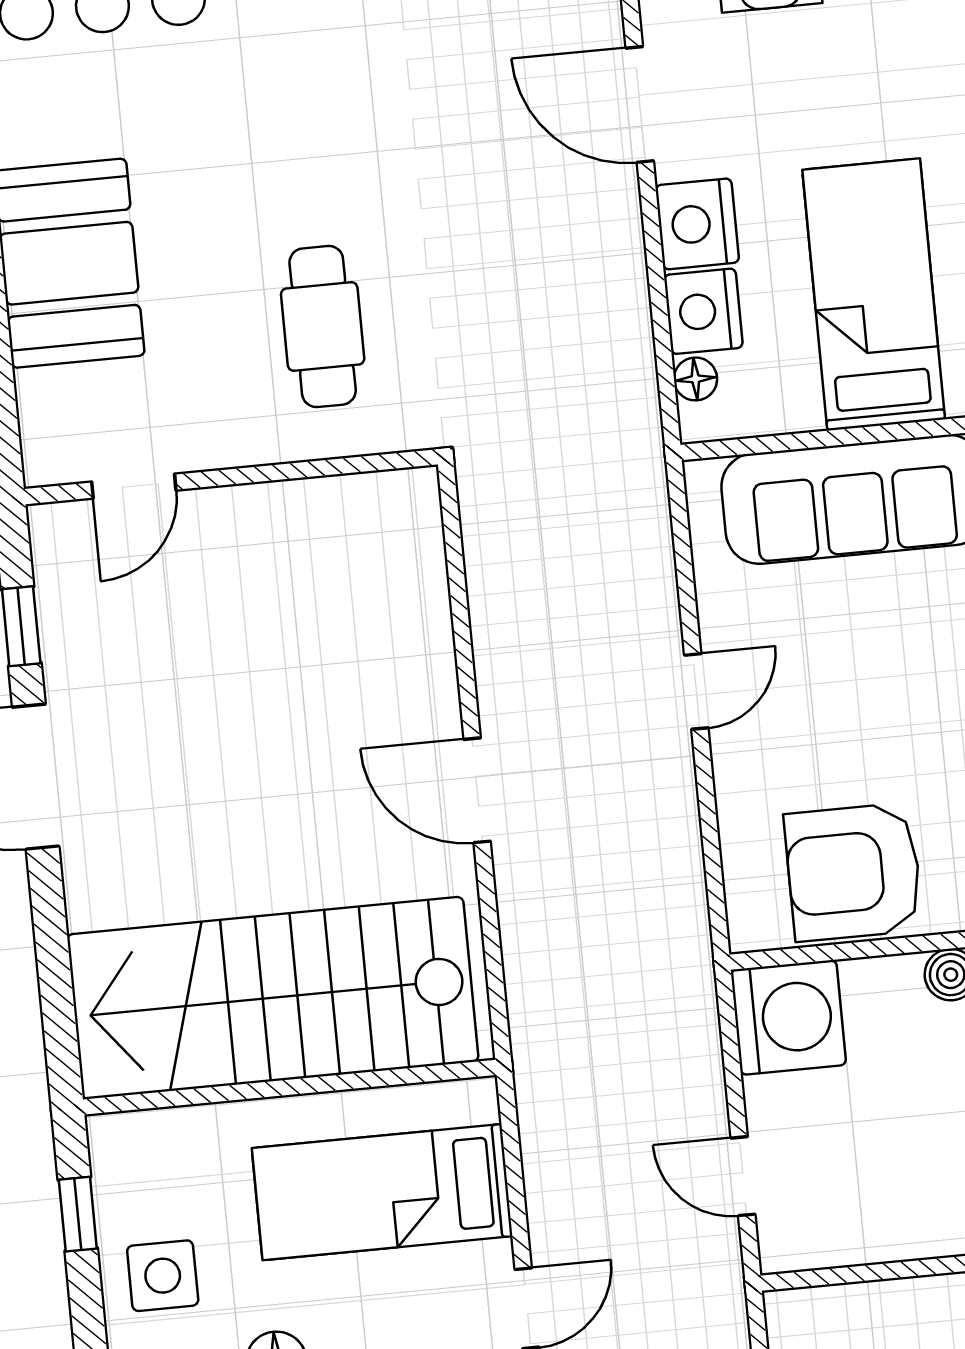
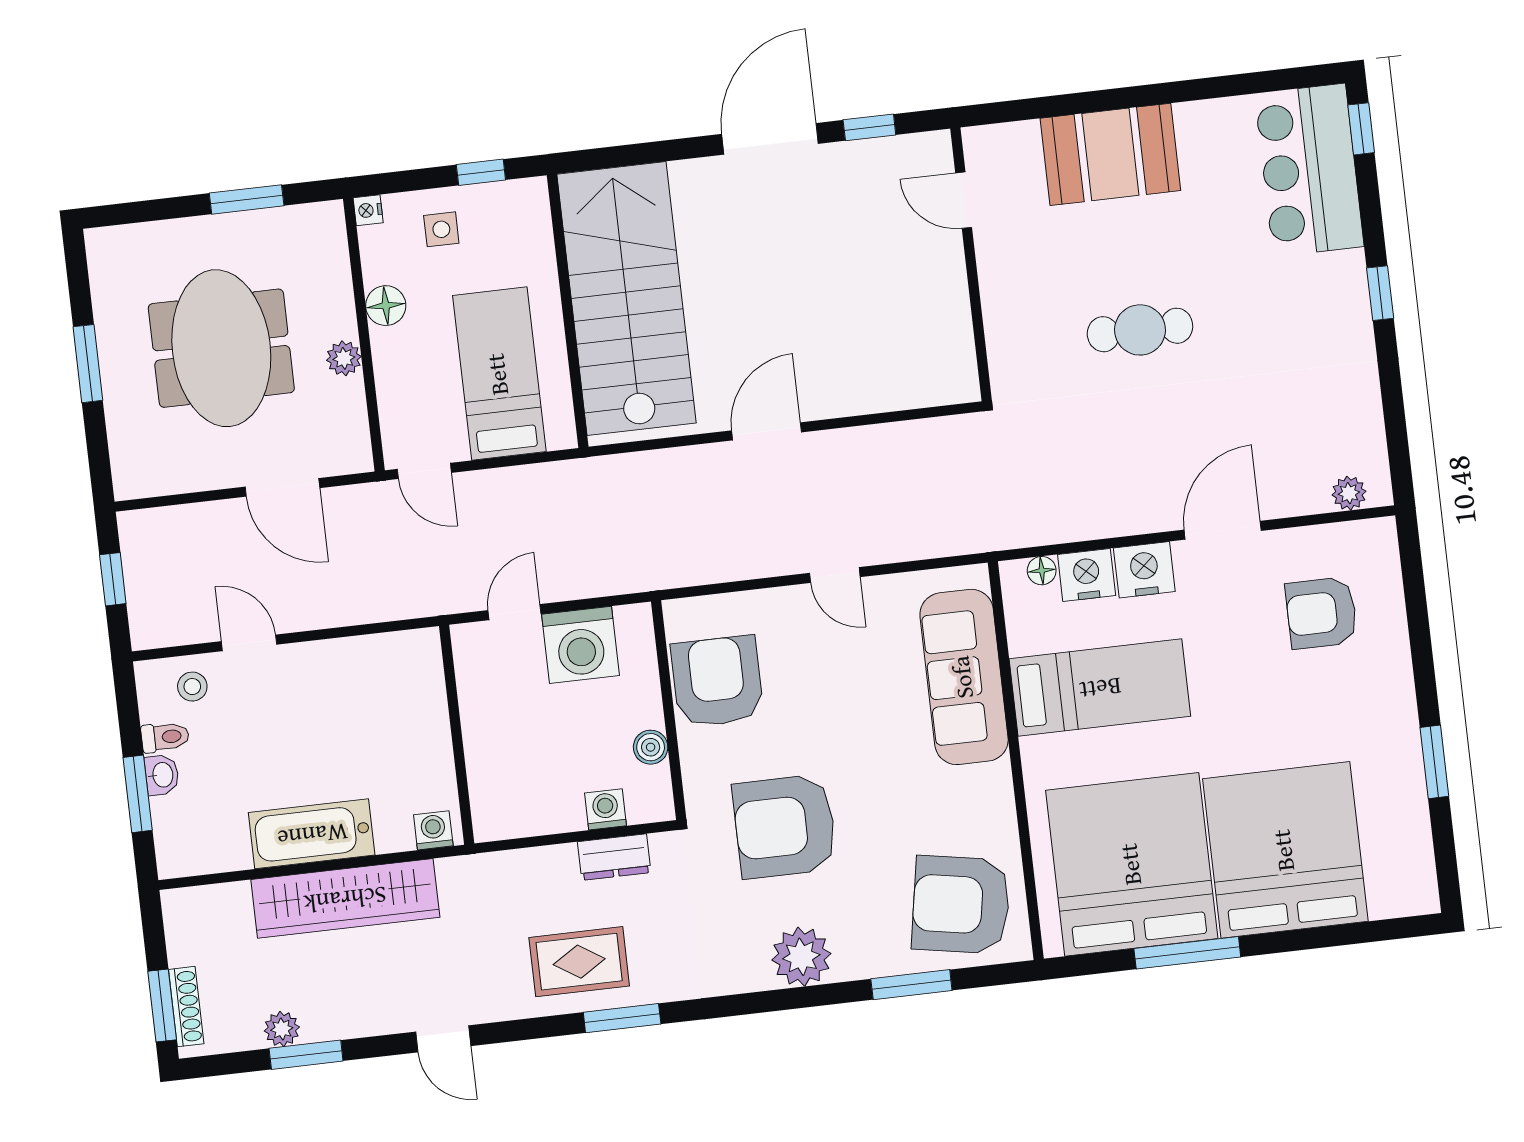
cafe table: (323, 327) -> (1140, 330), moved
washing machine: (788, 1017) -> (581, 645), moved
side table: (163, 1276) -> (441, 229), width x0.73, depth x0.73

